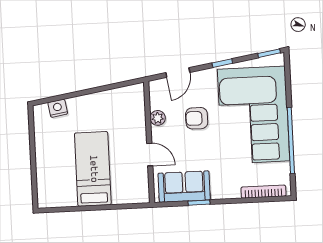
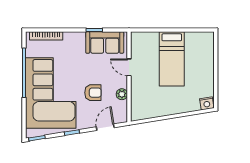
nightstand: (58, 108) -> (207, 103), moved

